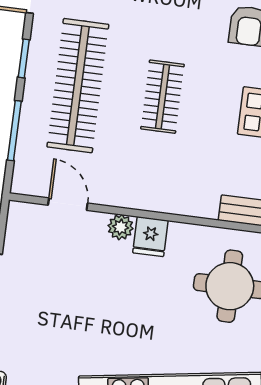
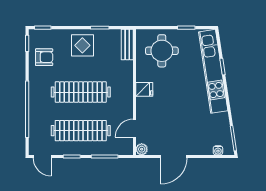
clothes rail: (162, 97) -> (81, 92), width x1.86, depth x1.31
plant: (121, 227) -> (142, 149), moved

